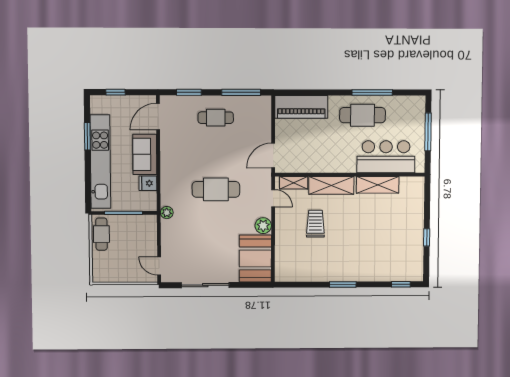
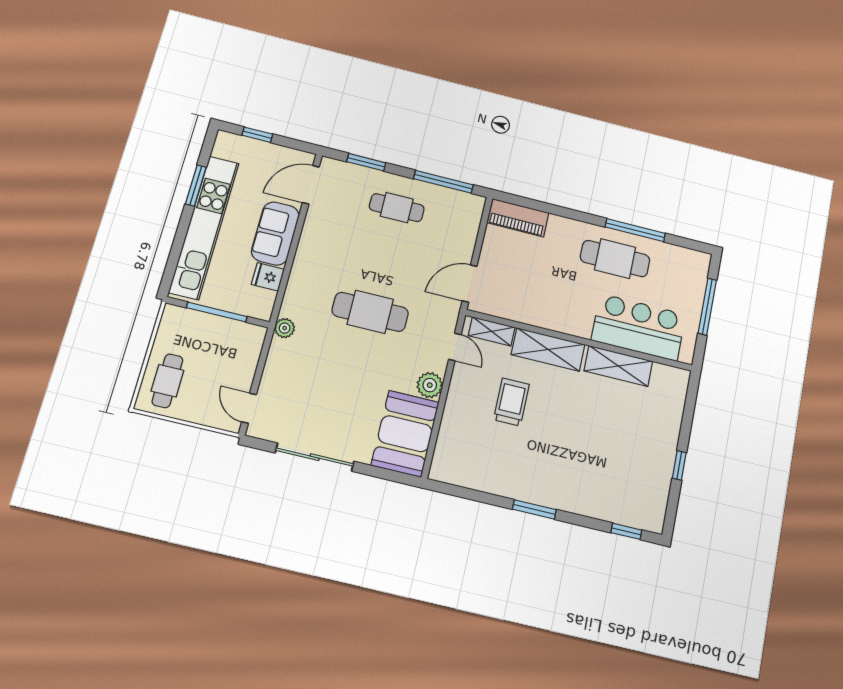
piano: (301, 107) -> (518, 218), width x0.73, depth x0.75
cafe table: (101, 234) -> (167, 381), moved

